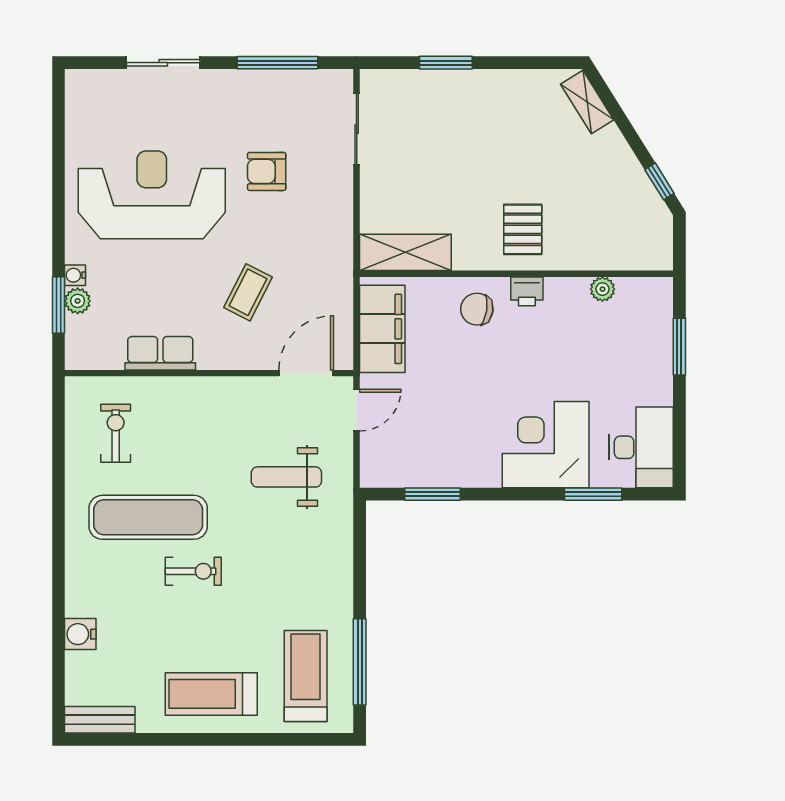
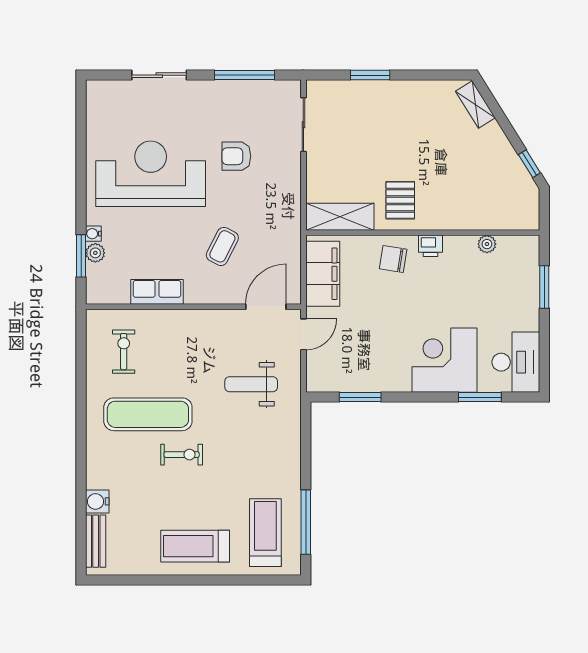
pallet: (523, 229) -> (400, 200), moved
bench: (100, 720) -> (96, 541), moved, turned 90

